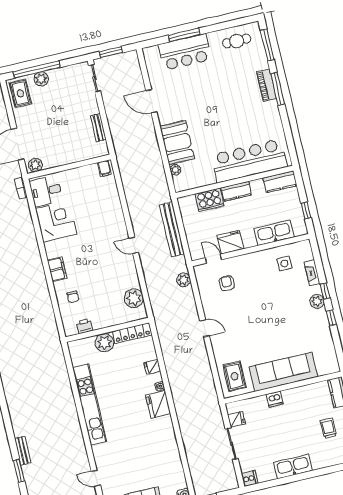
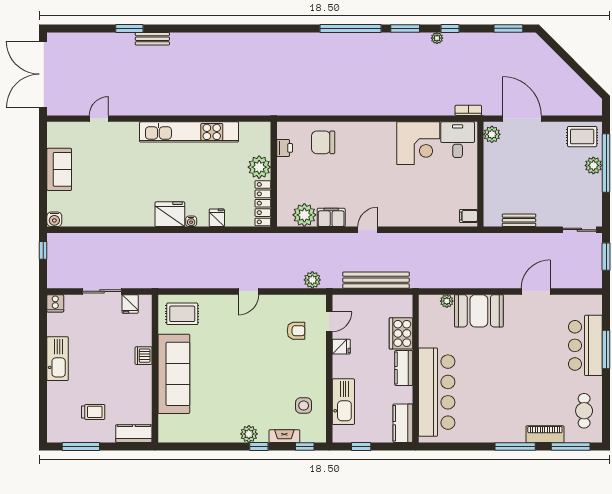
piano: (266, 85) -> (545, 434), moved
fridge: (230, 242) -> (341, 347), width x0.53, depth x0.75
filing cabinet: (57, 269) -> (331, 217), moved, turned 180
chair: (73, 297) -> (323, 142), width x1.87, depth x1.87
window: (331, 318) -> (305, 446), moved

